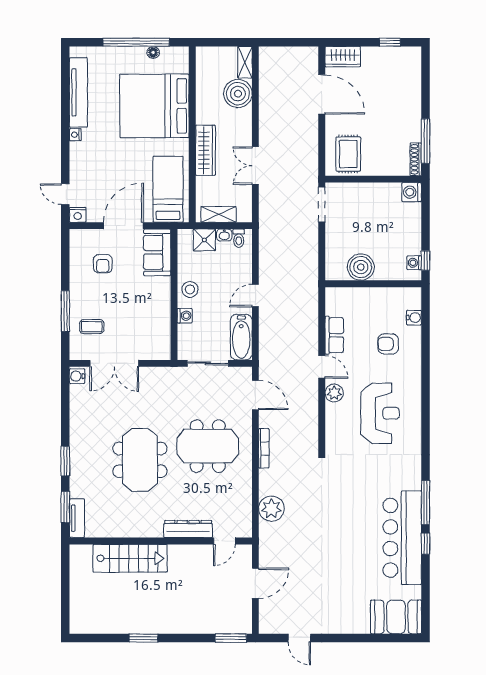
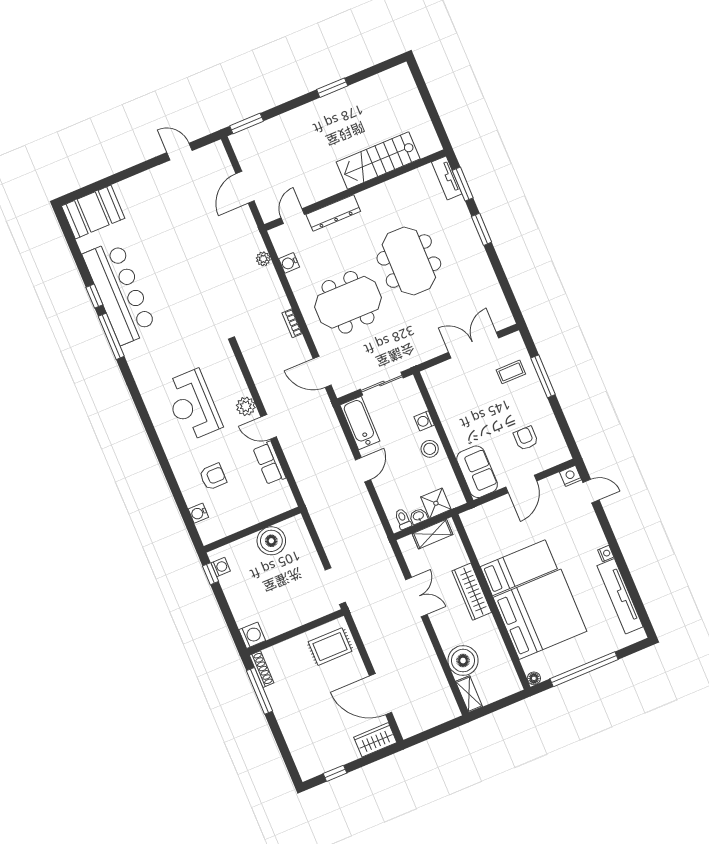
floor lamp: (153, 52) -> (534, 678), moved
rug: (348, 154) -> (330, 647), turned 90
bed: (168, 189) -> (519, 568), moved, turned -90
door: (123, 226) -> (521, 484), width x0.73
water cooler: (77, 376) -> (289, 263), moved, turned 180
bookcase: (264, 448) -> (292, 323), width x0.64
plant: (271, 509) -> (263, 259), width x0.53, depth x0.53

